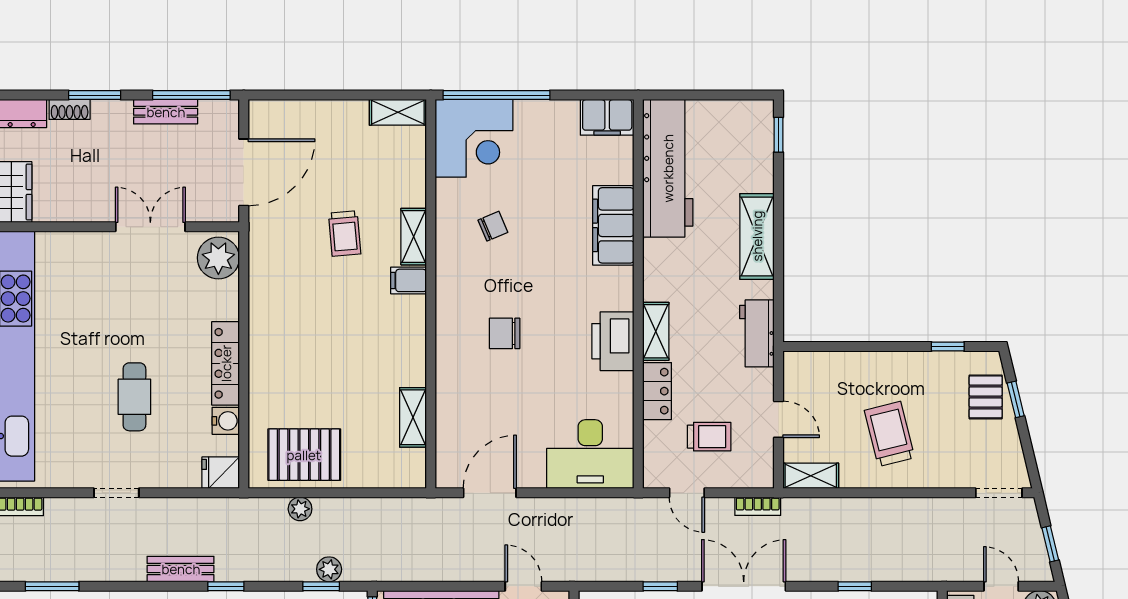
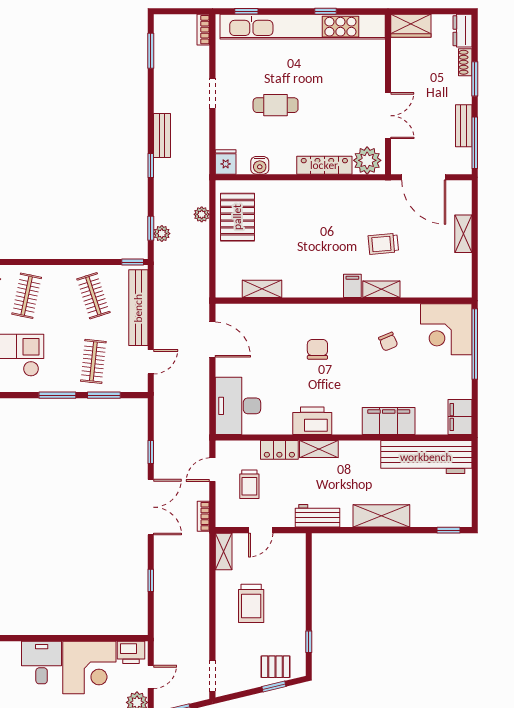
shelving: (398, 112) -> (463, 234), moved
locker: (226, 363) -> (324, 165), moved
trolley: (890, 434) -> (251, 603), turned 104

